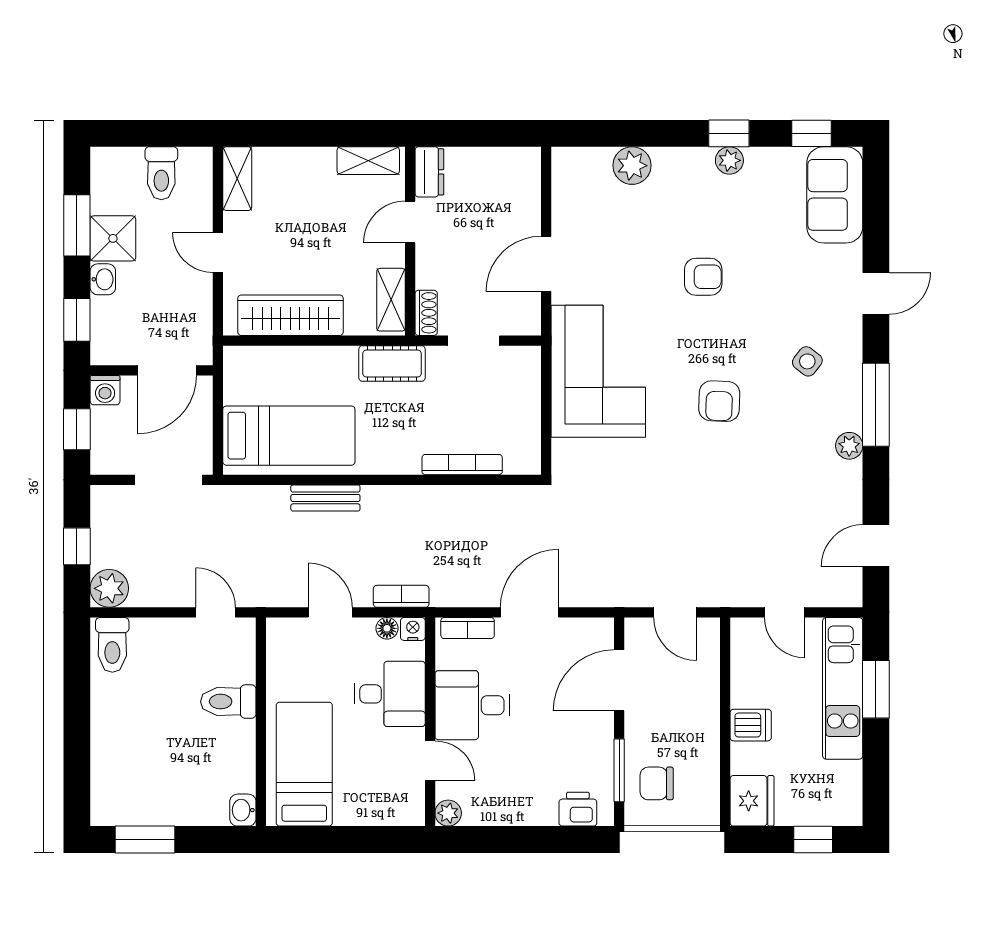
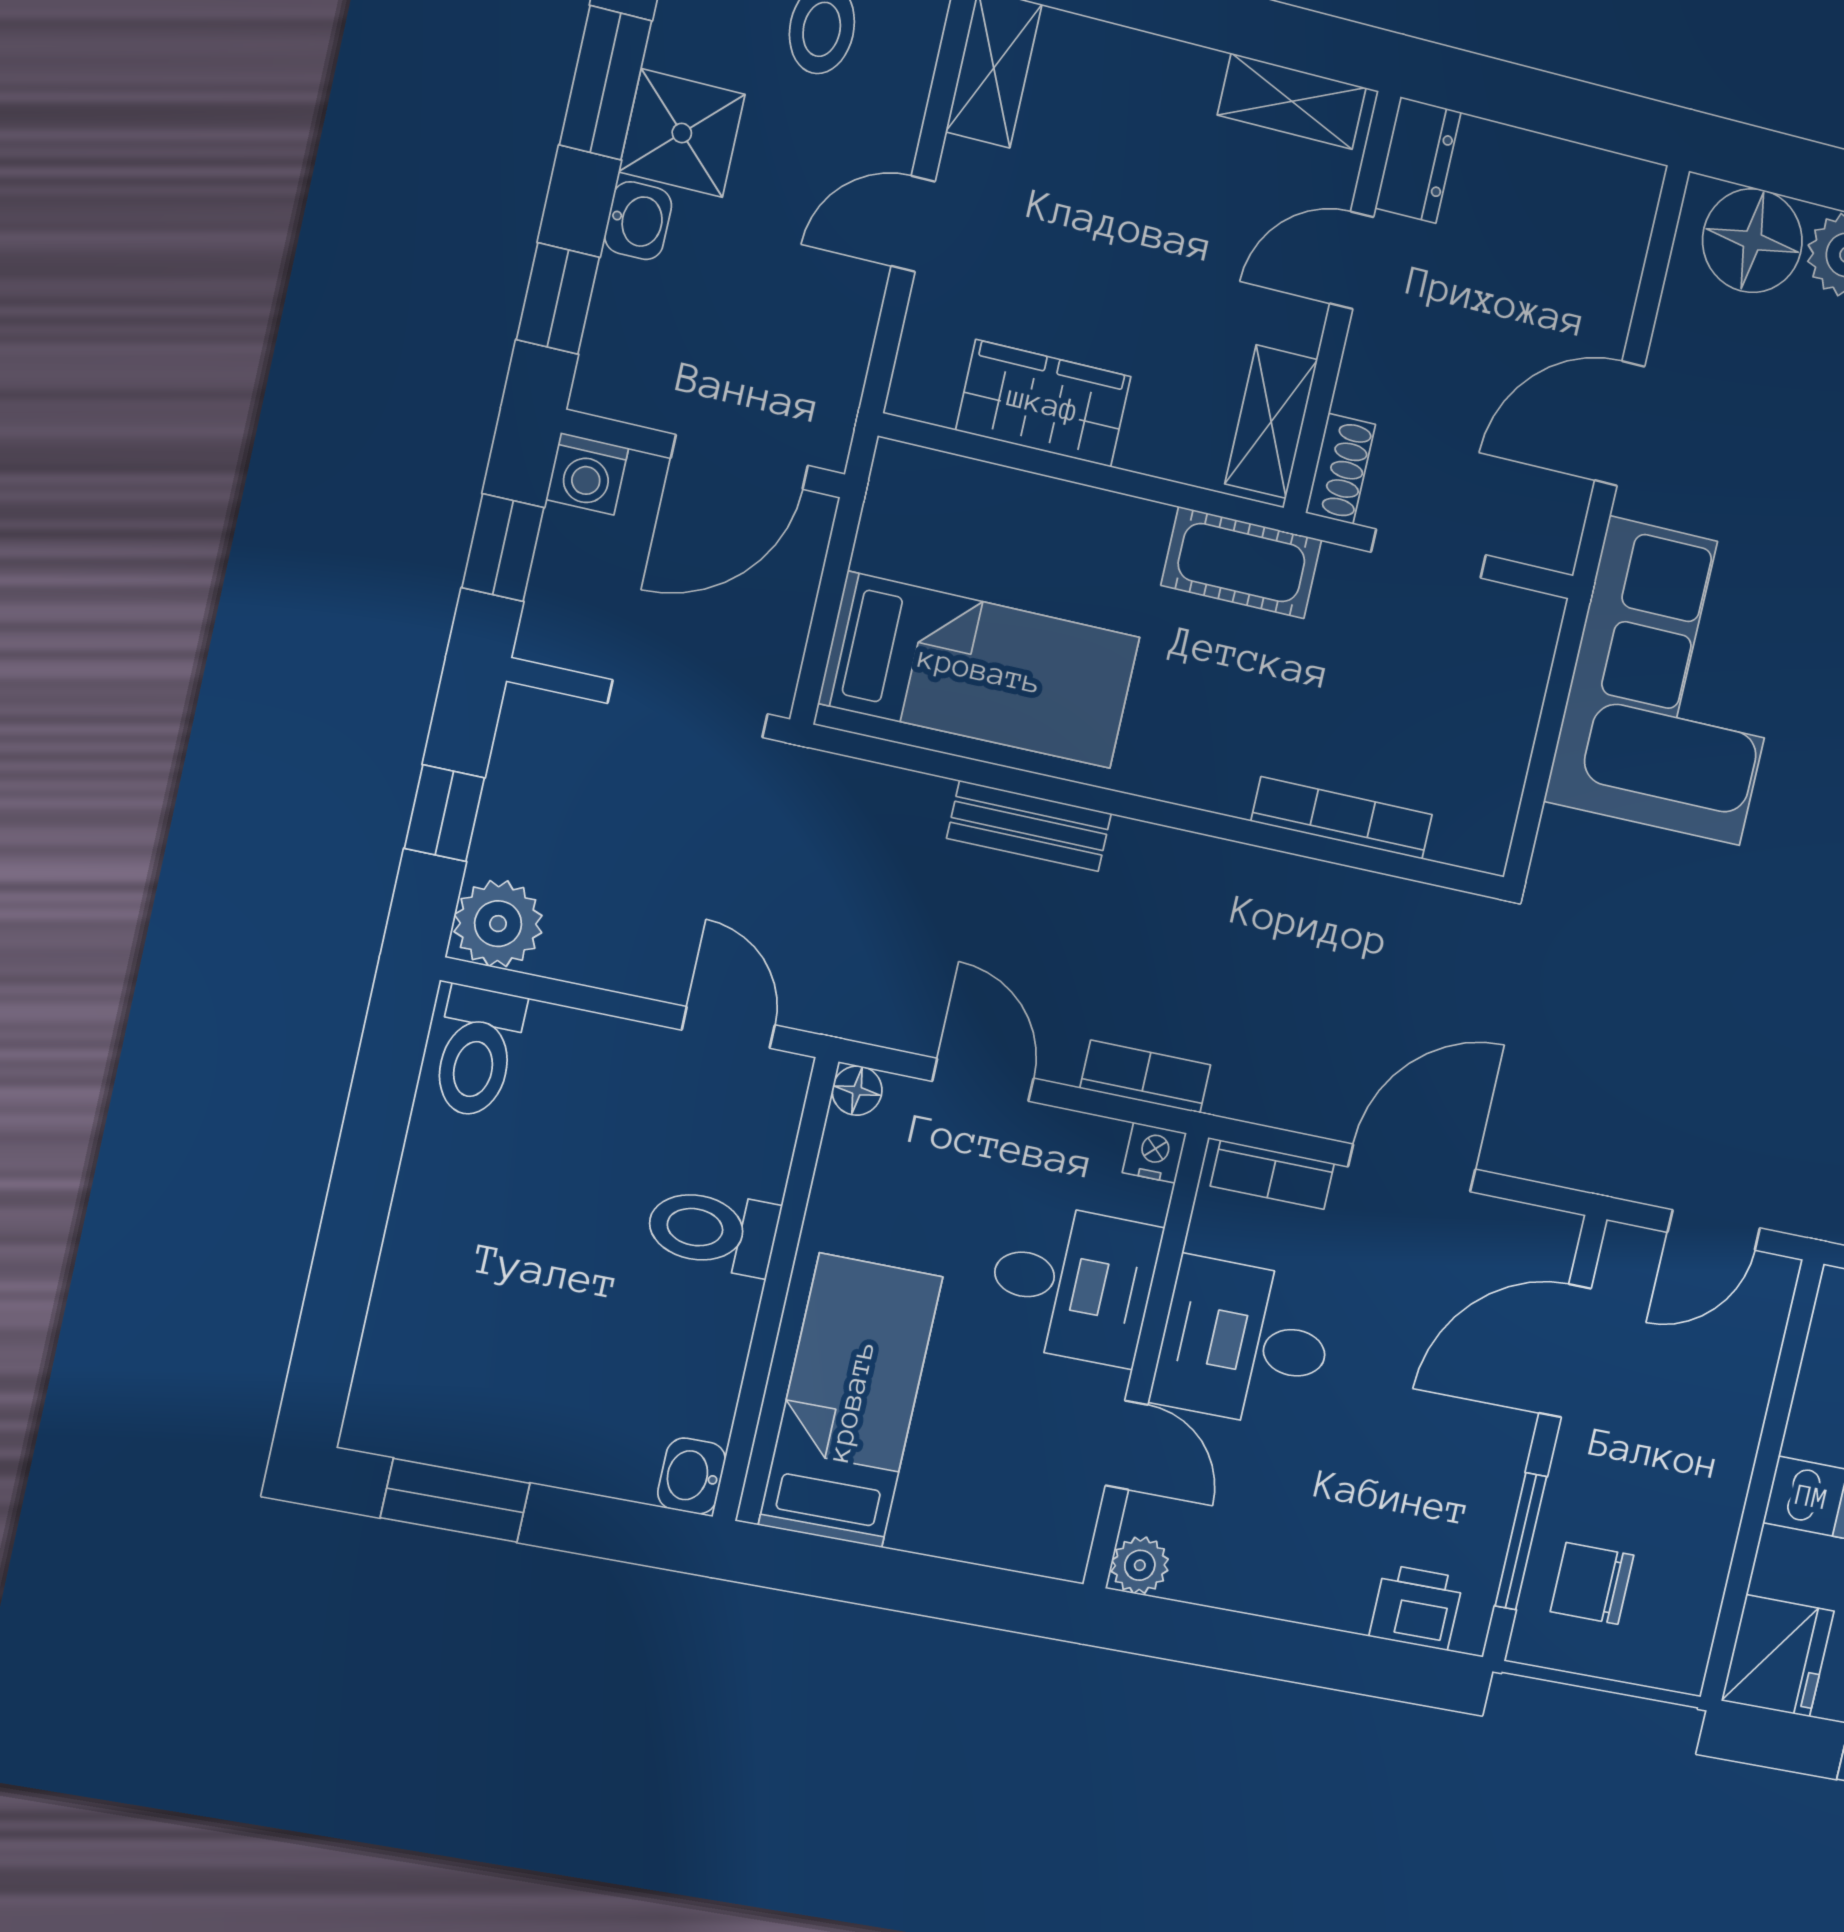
floor lamp: (587, 170) -> (1752, 241), added
door: (218, 253) -> (913, 224), hinge flipped
wardrobe: (290, 315) -> (1043, 403), width x0.67
door: (675, 612) -> (1714, 1230), hinge flipped
floor lamp: (387, 628) -> (857, 1091), moved

